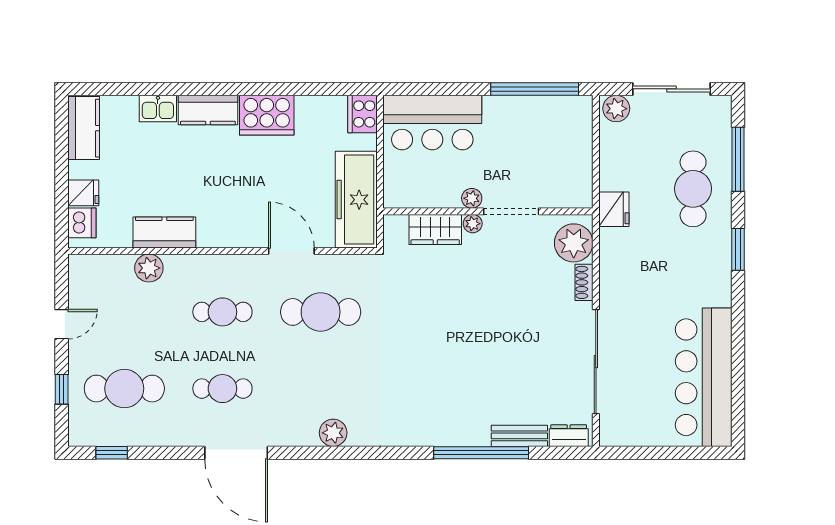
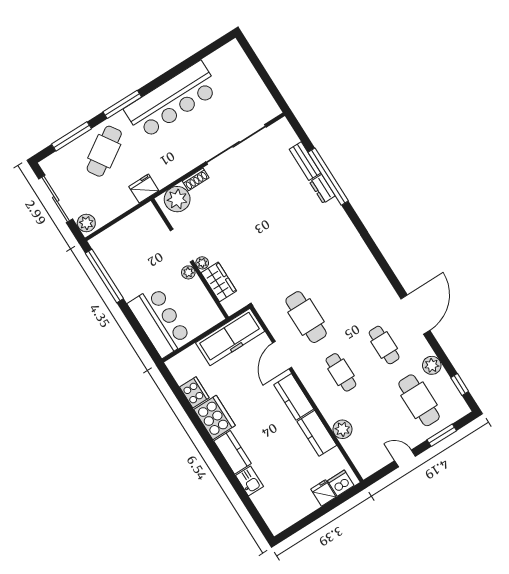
cooker: (362, 114) -> (194, 392), moved, turned -90
kitchen counter: (84, 128) -> (294, 397), moved, turned -90
cafe table: (693, 189) -> (104, 151), turned -33
window: (738, 249) -> (122, 104), width x1.44
bar counter: (704, 377) -> (172, 100), moved
window: (62, 389) -> (442, 435), width x1.50
plant: (333, 433) -> (432, 365), moved
dresser: (569, 436) -> (322, 189), moved

